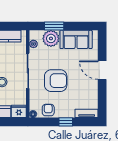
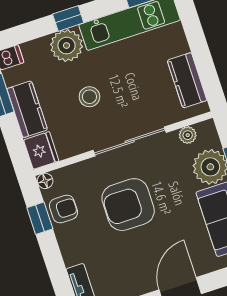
armchair: (56, 81) -> (128, 205), turned 90
window: (66, 122) -> (40, 218), moved

